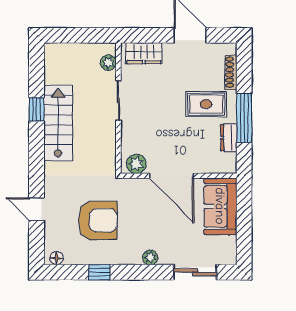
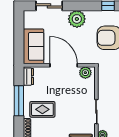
dresser: (229, 138) -> (28, 77), moved
plant: (150, 257) -> (77, 19), width x1.87, depth x1.87

